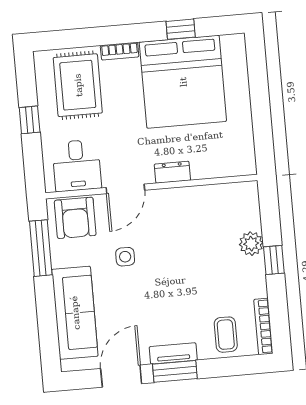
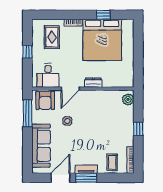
rug: (78, 85) -> (52, 37), width x0.73, depth x0.70
plant: (251, 244) -> (128, 99), moved

